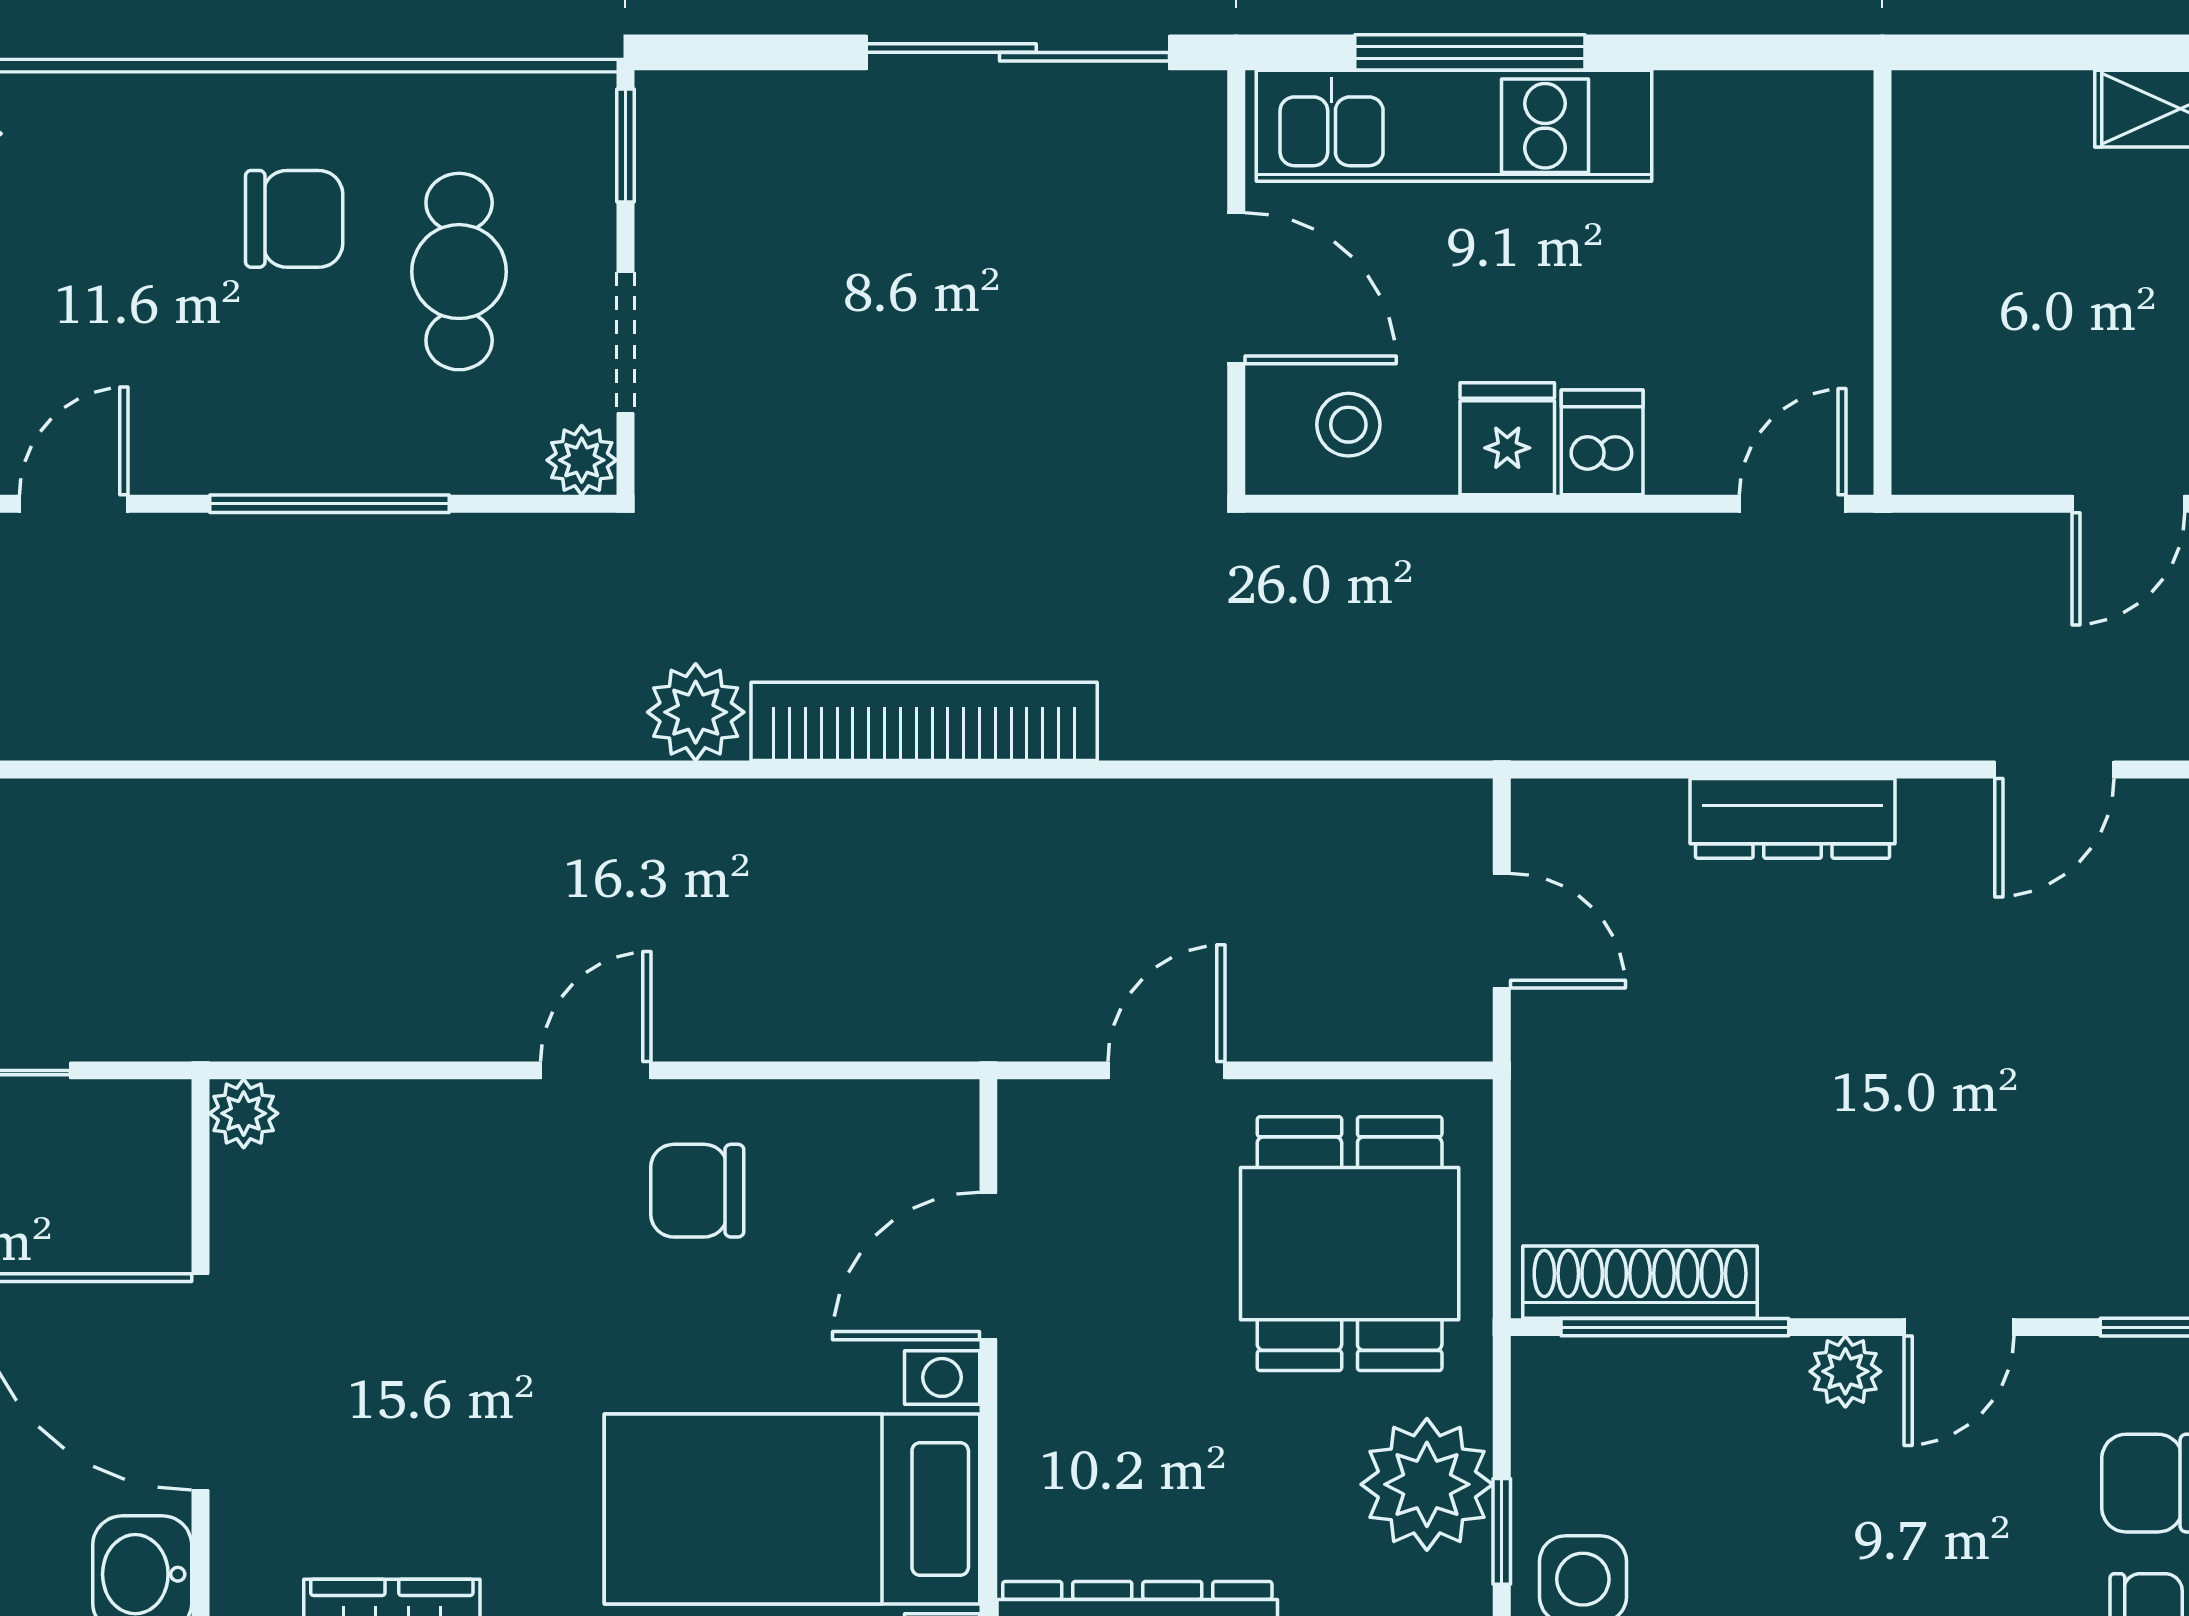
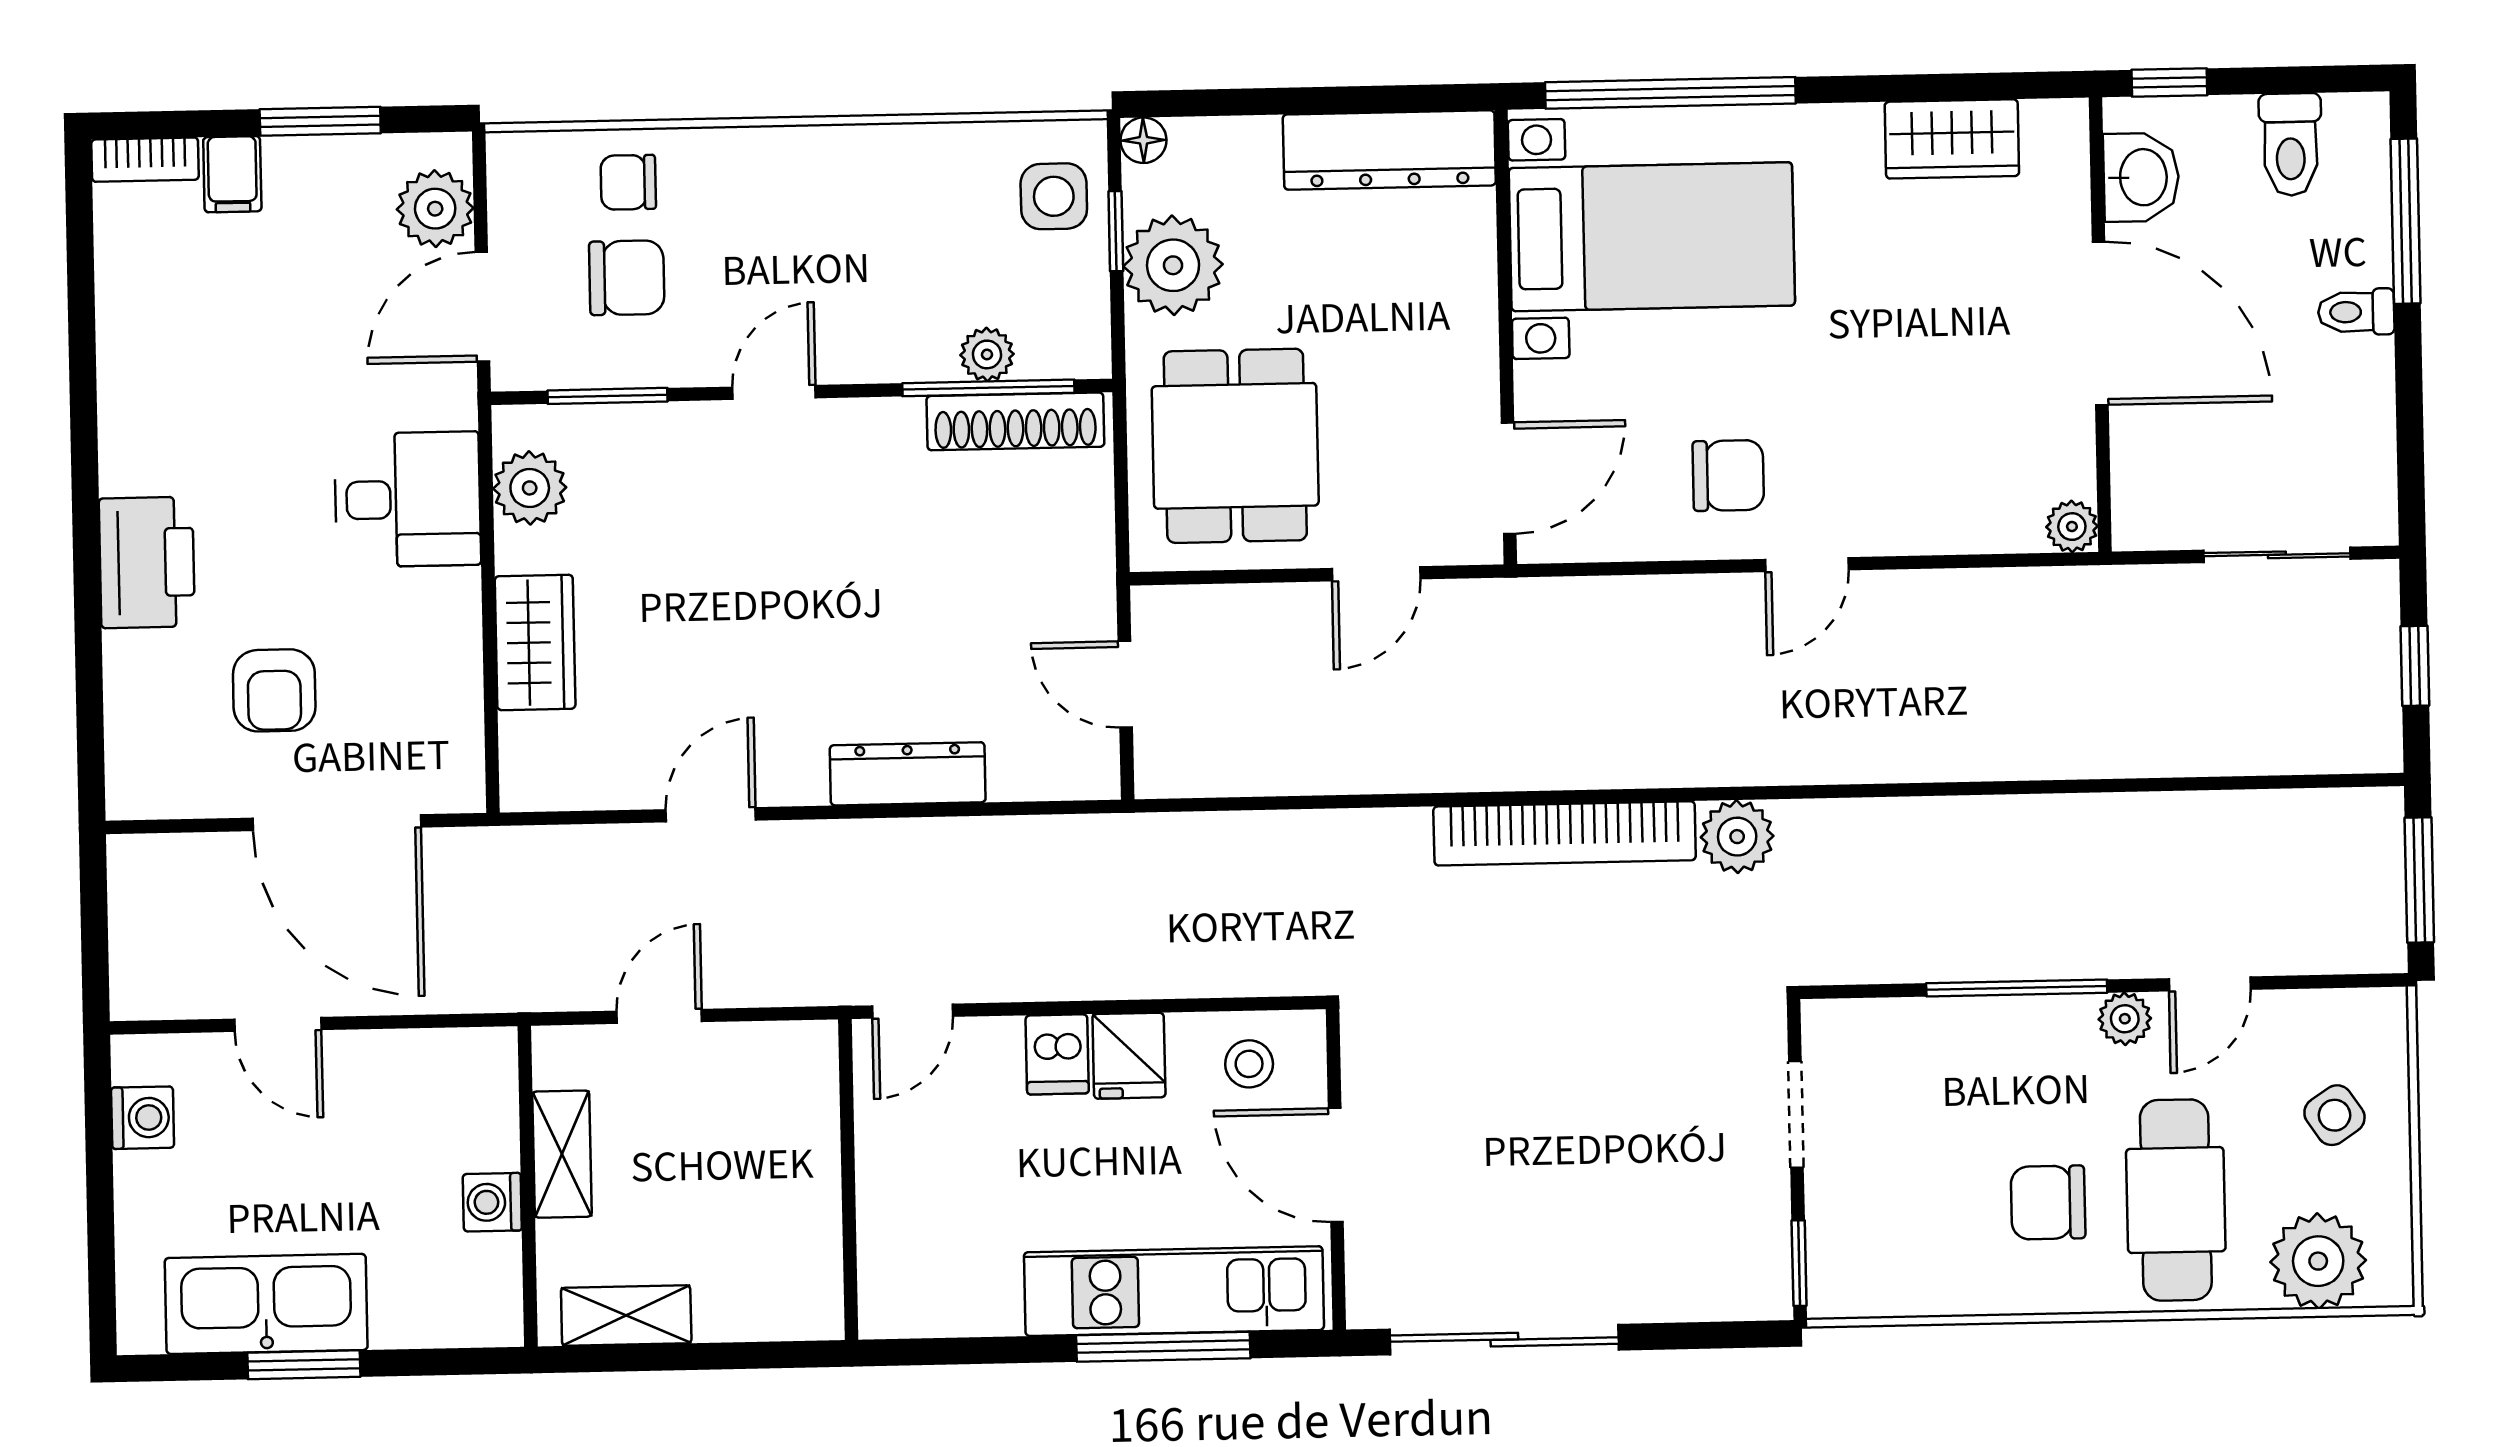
cafe table: (459, 272) -> (2176, 1200), moved, width x1.37, depth x1.35
plant: (582, 460) -> (2125, 1019), moved
door: (988, 1266) -> (1509, 478), moved
plant: (1845, 1371) -> (987, 354), moved

